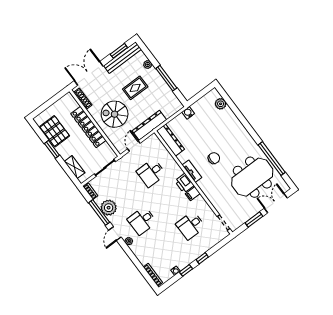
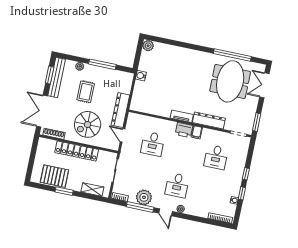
plant: (221, 104) -> (148, 46), moved
dresser: (170, 140) -> (209, 120), moved
chair: (214, 158) -> (189, 92), removed
window: (254, 219) -> (257, 122), moved

